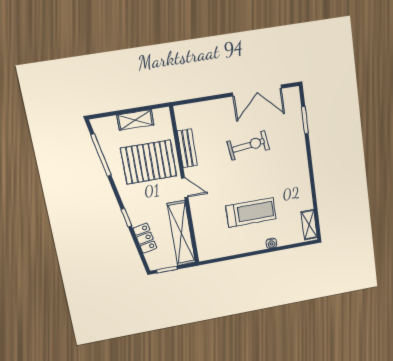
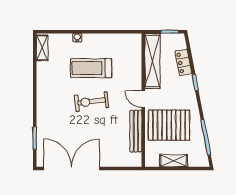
double door: (257, 91) -> (72, 169), width x1.36
exercise bike: (248, 145) -> (91, 101), moved
bench: (187, 148) -> (136, 131), width x1.36

